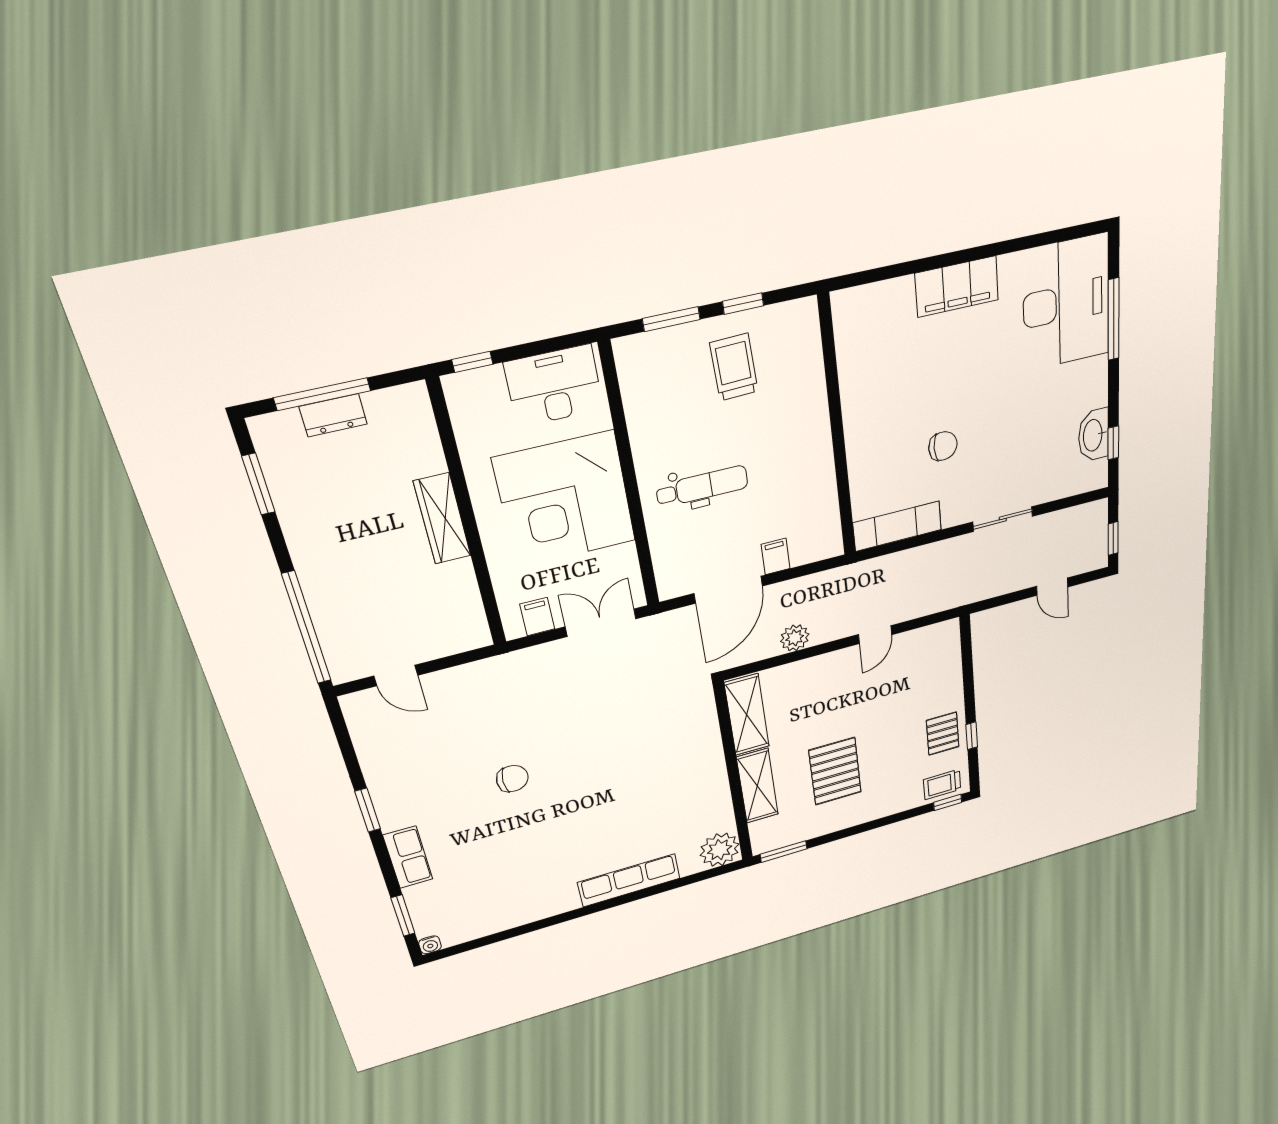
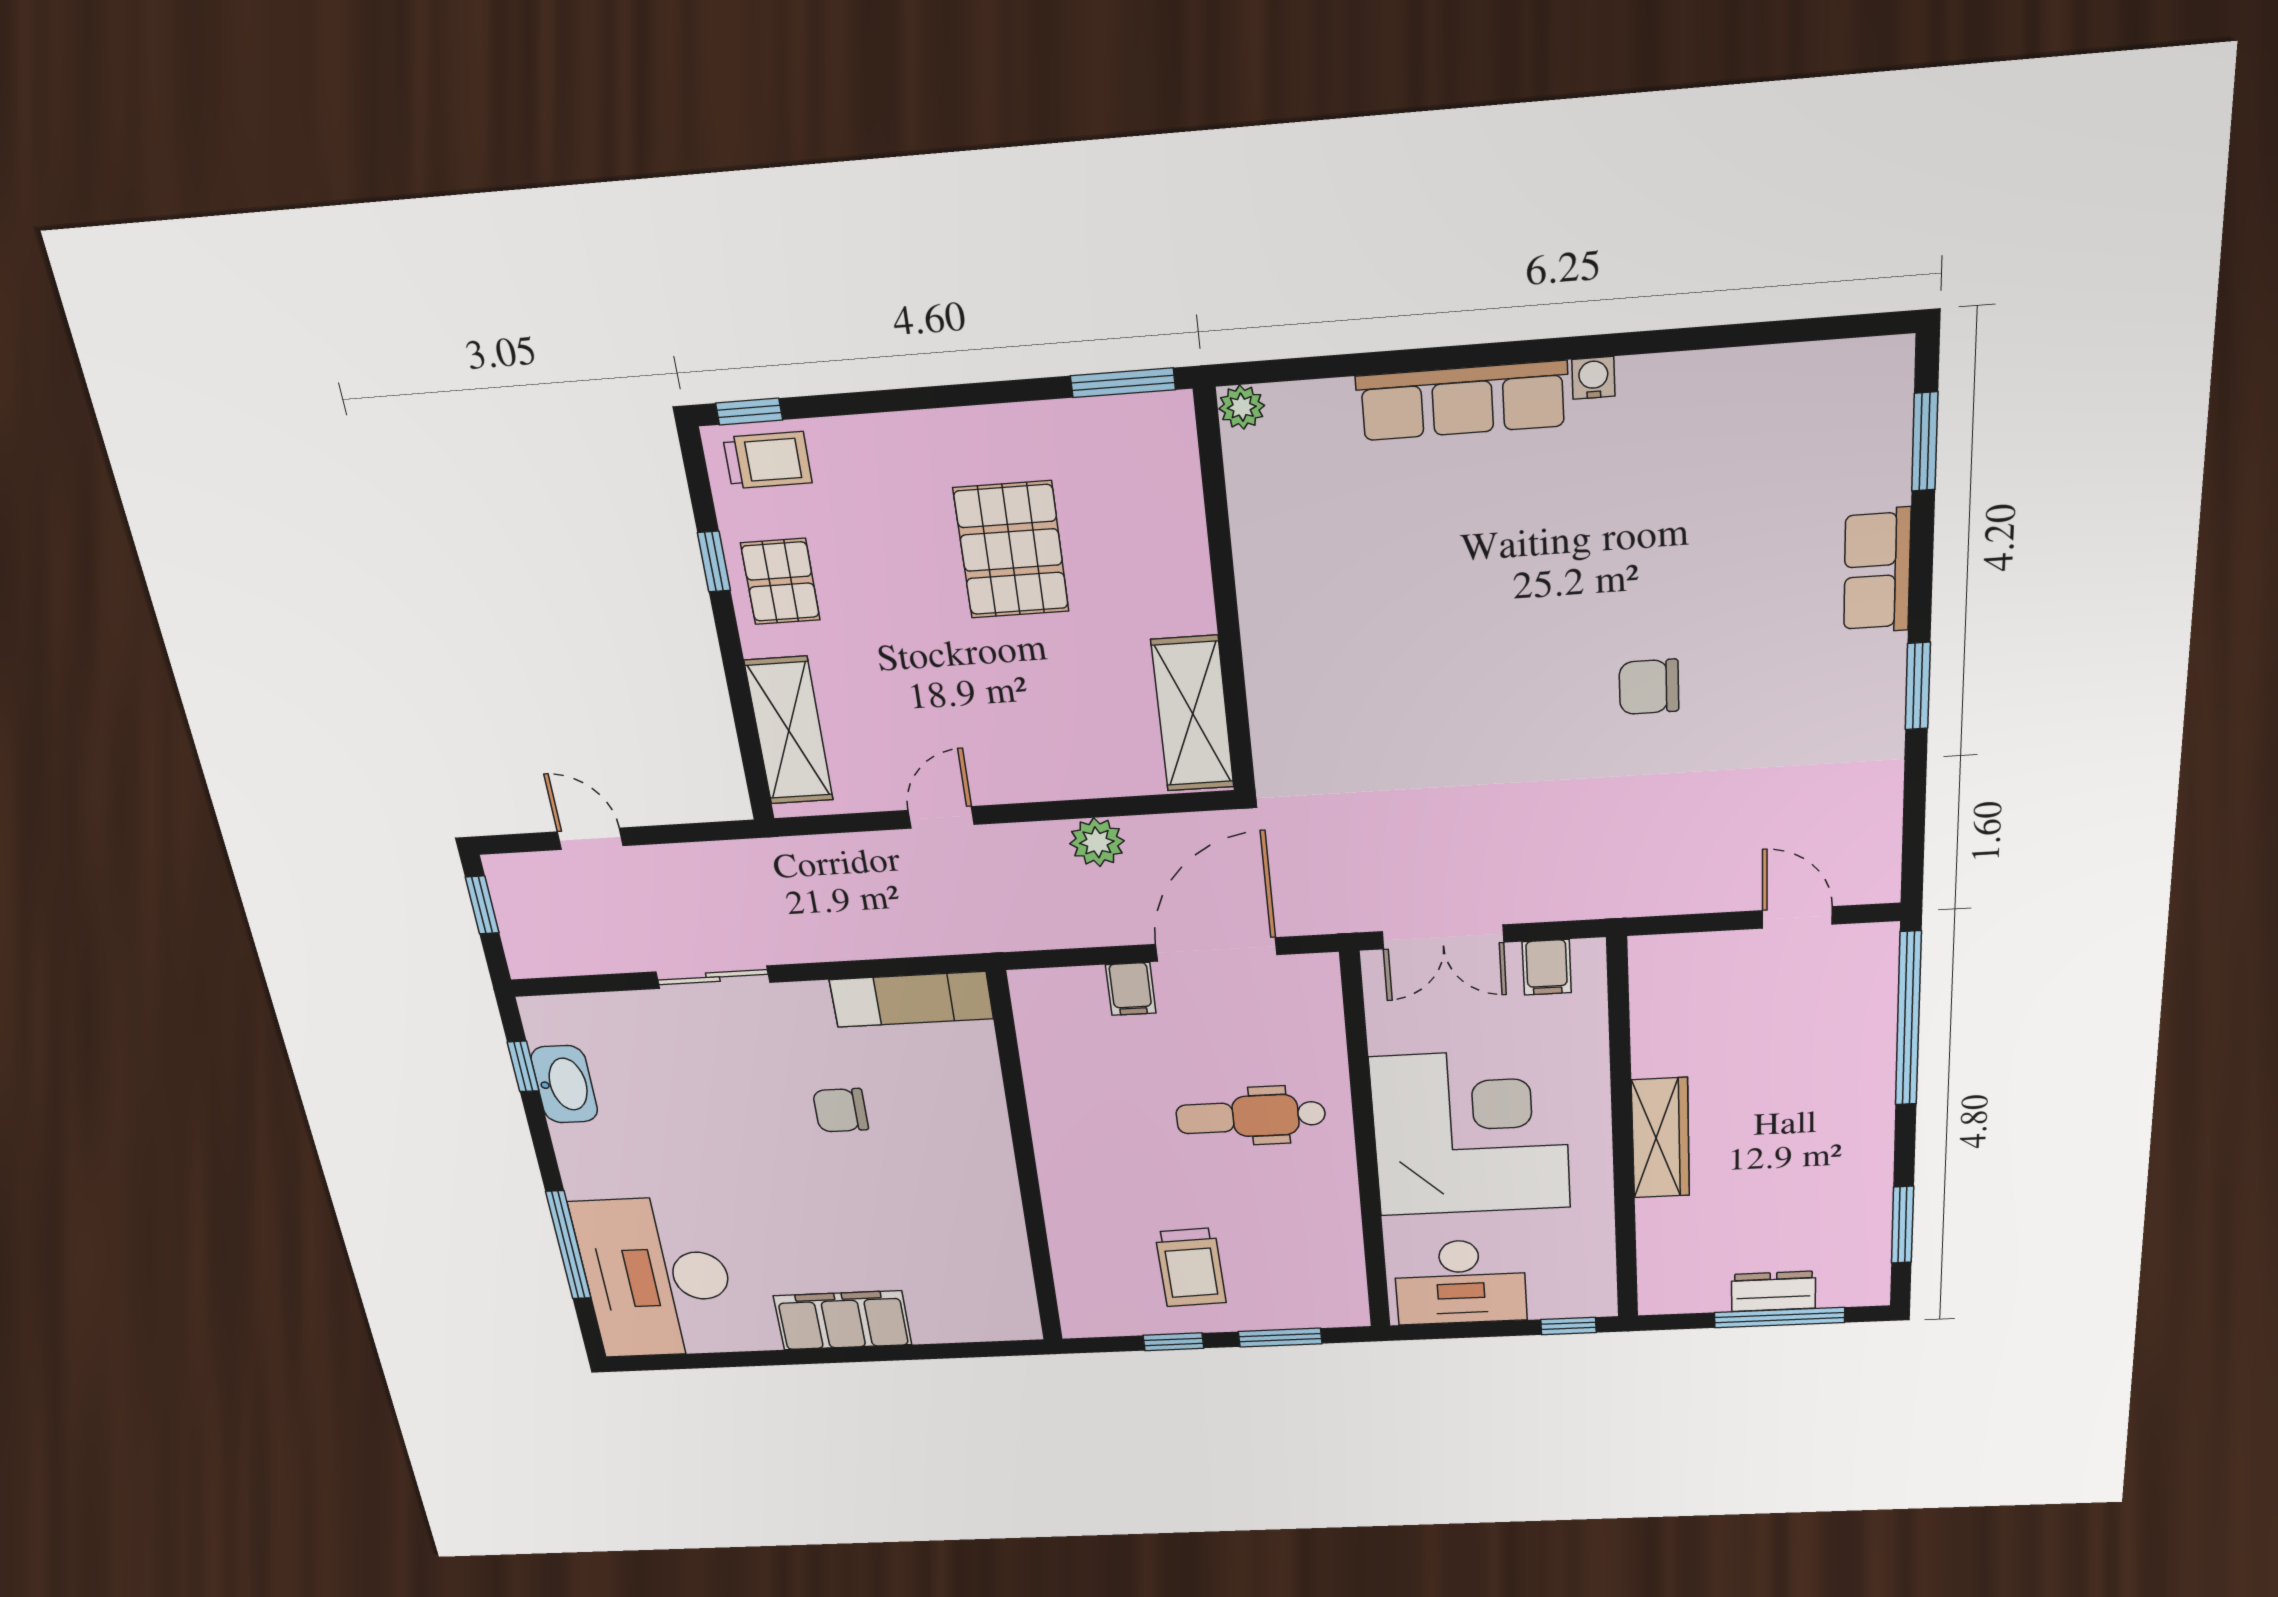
shelving: (757, 786) -> (789, 731), moved
plant: (720, 850) -> (1242, 407), width x0.53, depth x0.53
water cooler: (430, 945) -> (1593, 378), moved

